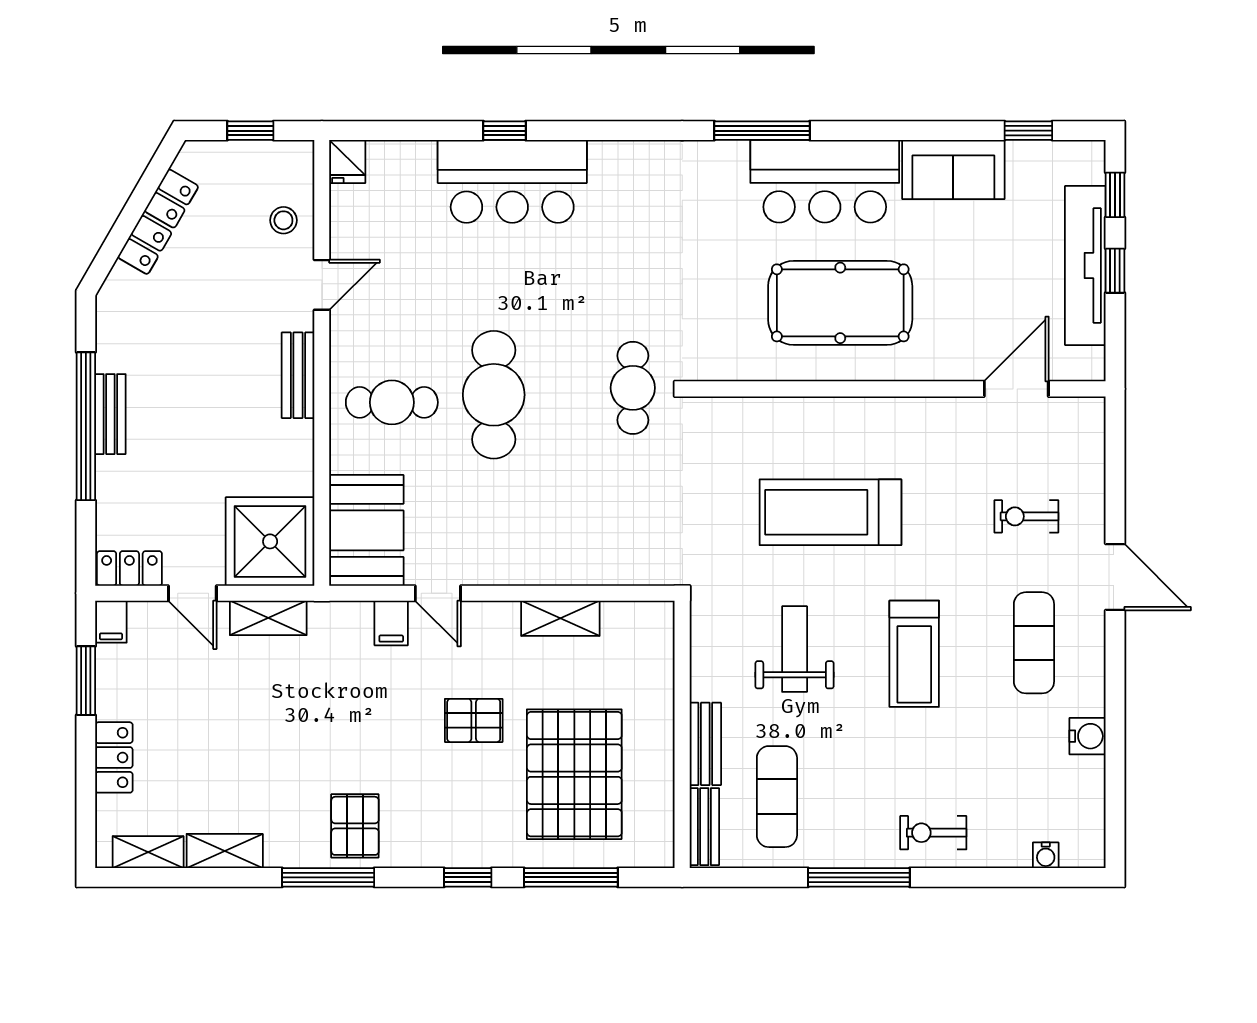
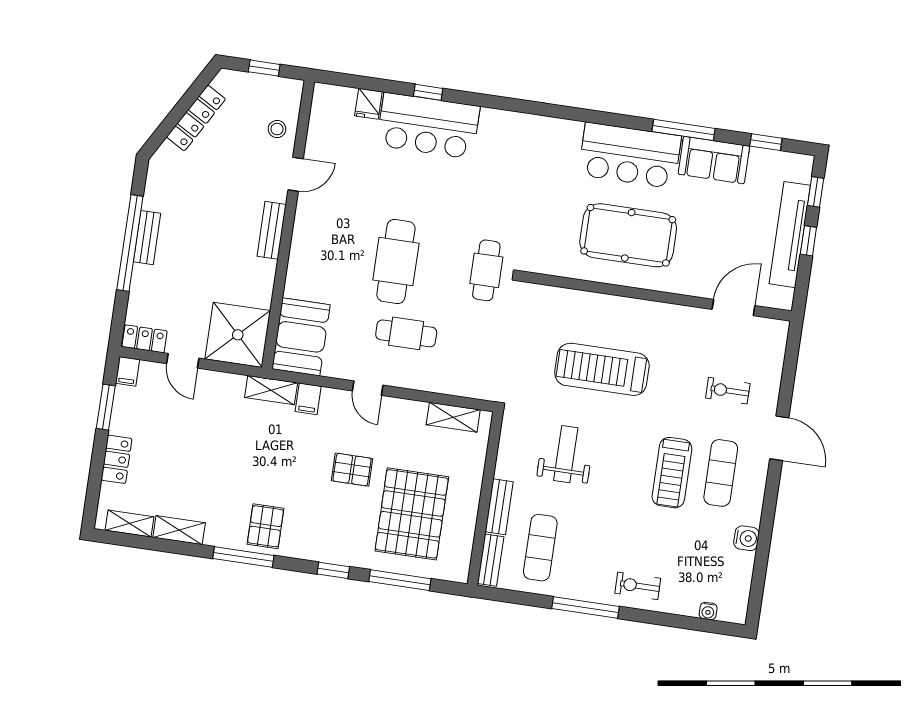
window: (762, 131) -> (684, 130), moved
fridge: (347, 162) -> (368, 104), moved
cafe table: (392, 402) -> (406, 333), moved
door: (438, 593) -> (368, 388), moved
shelving: (268, 618) -> (271, 390), moved
shelving: (560, 618) -> (453, 417), moved
treadmill: (914, 654) -> (672, 473), moved

